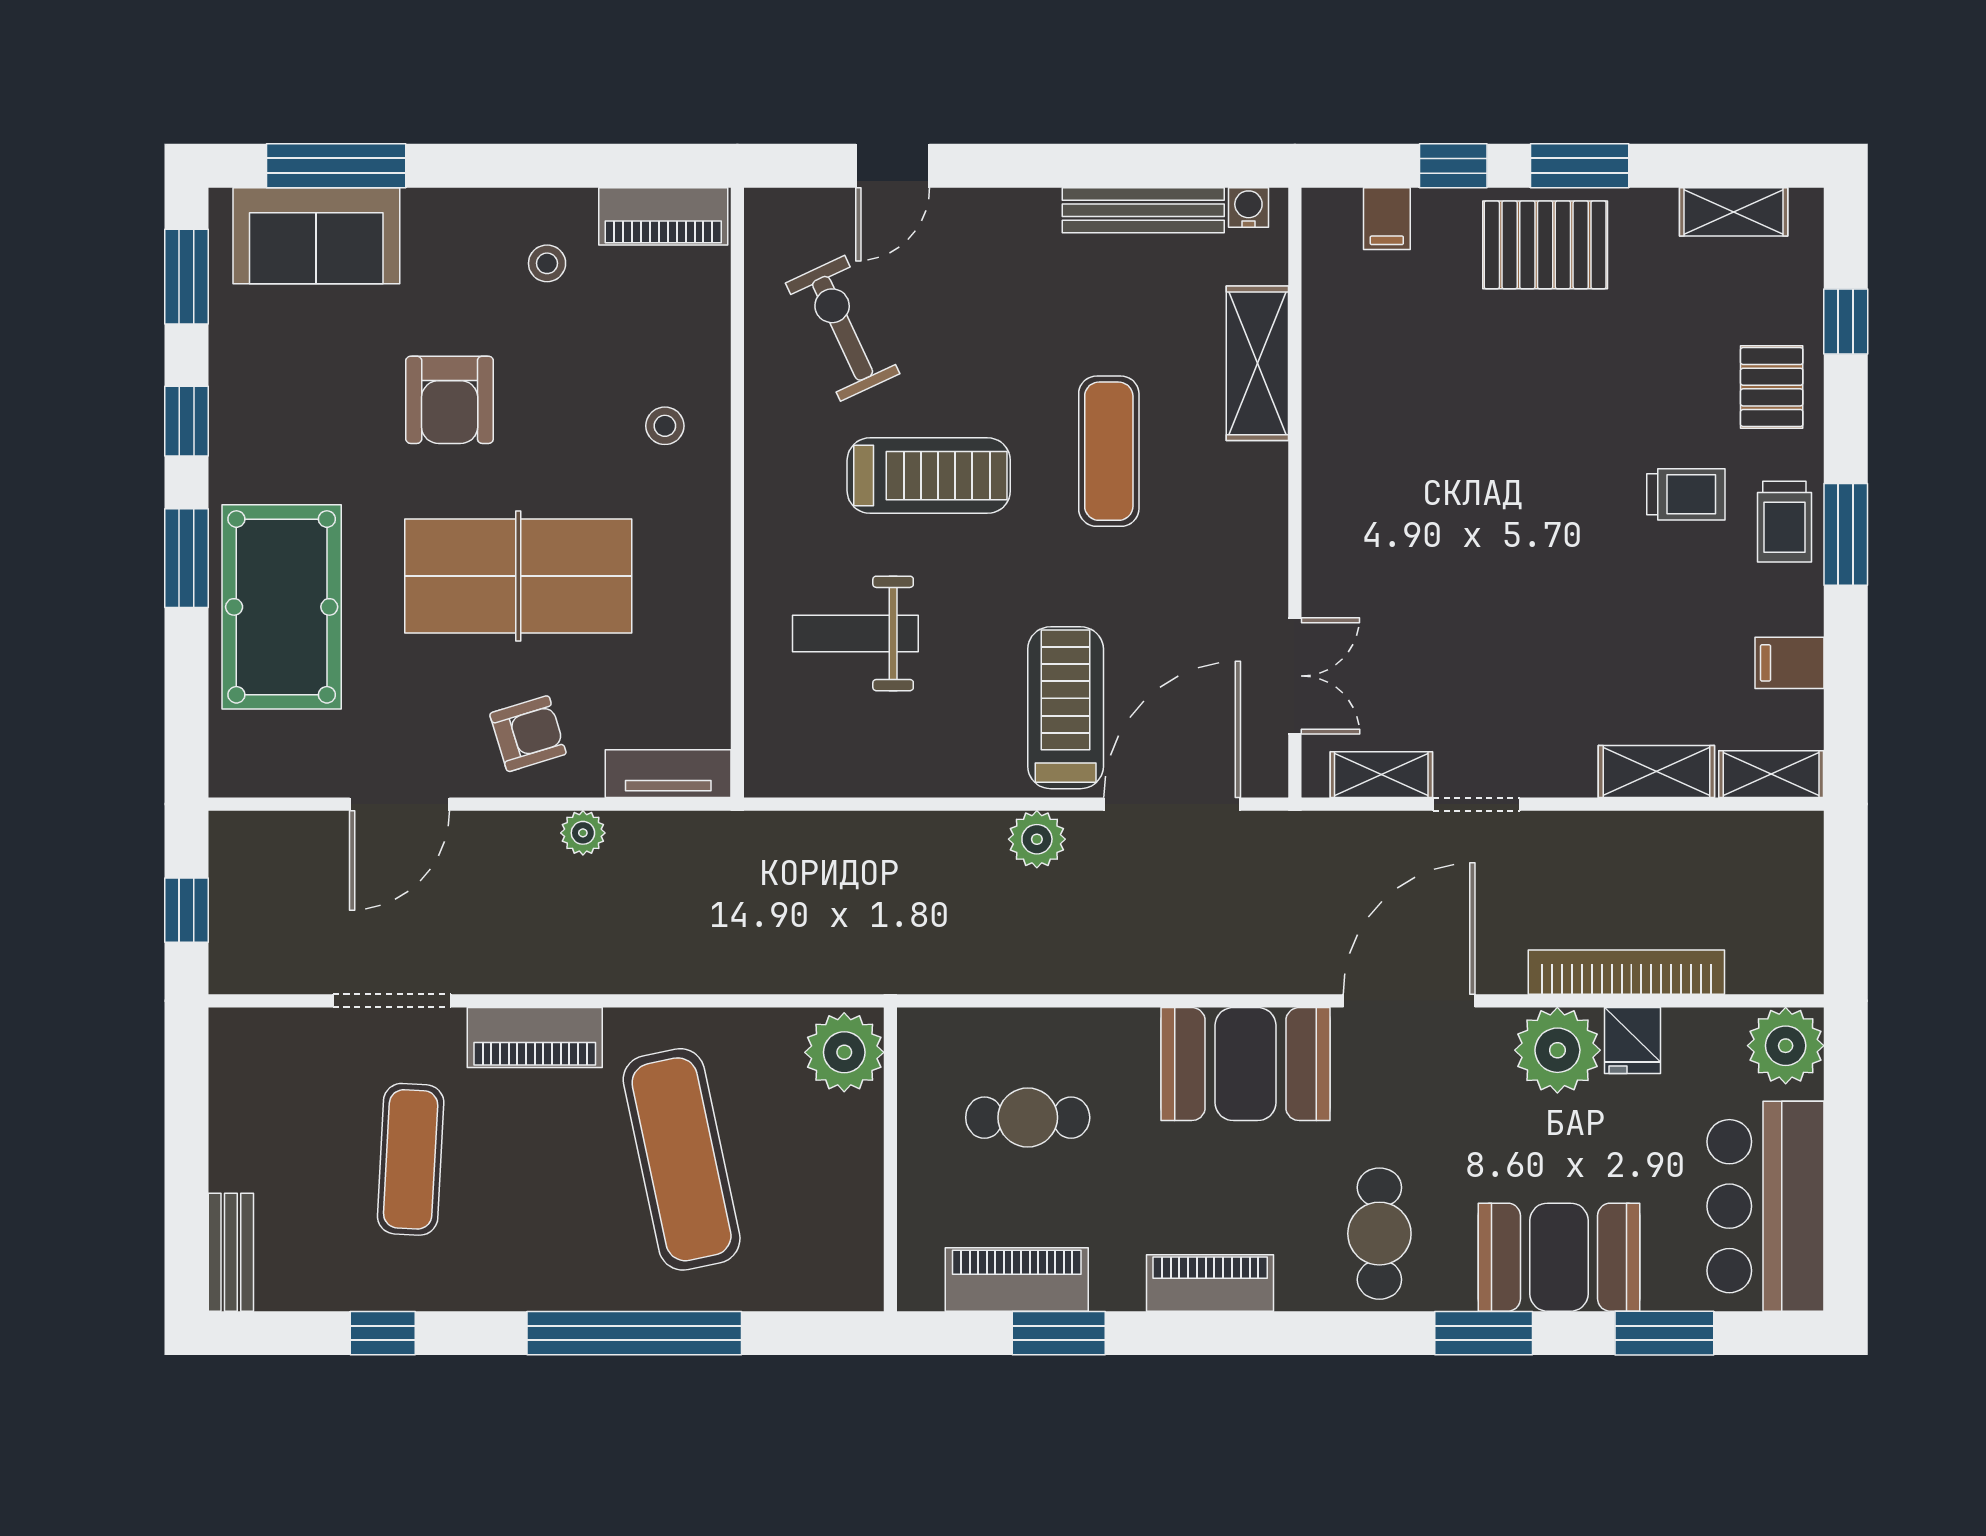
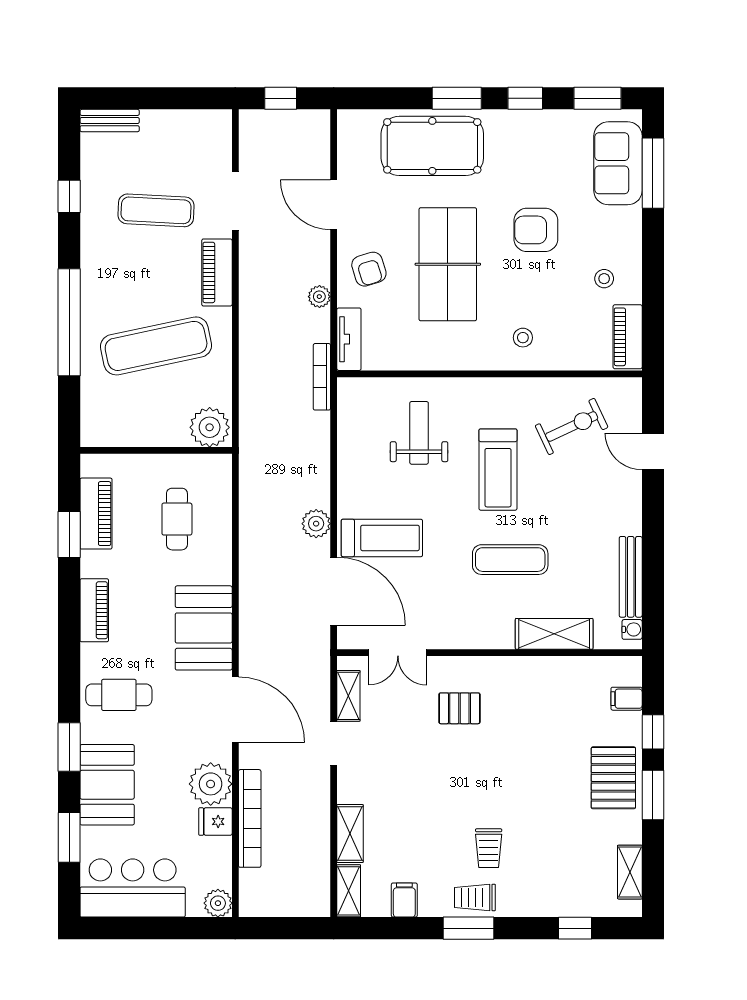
pallet: (1772, 387) -> (459, 708), moved
bookcase: (743, 828) -> (322, 377), added
plant: (1786, 1046) -> (218, 903), width x0.73, depth x0.73

